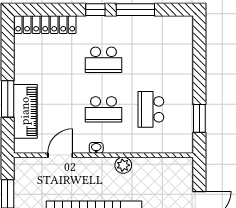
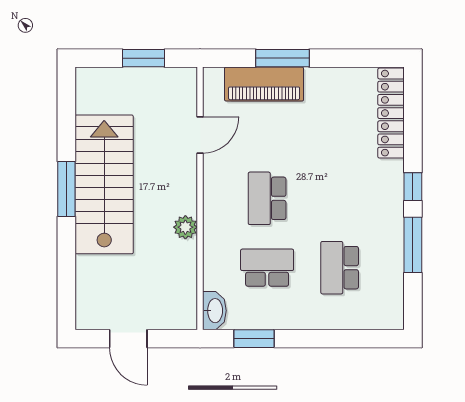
school desk: (103, 60) -> (340, 268), moved
washbasin: (96, 148) -> (214, 311), moved, width x1.91, depth x1.45
door: (60, 155) -> (200, 135), hinge flipped

